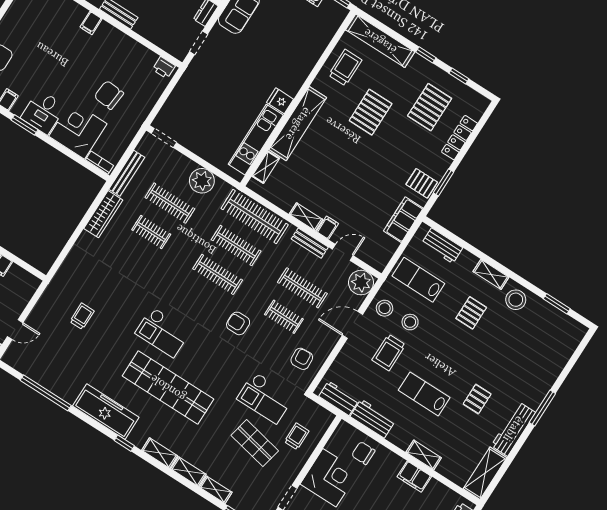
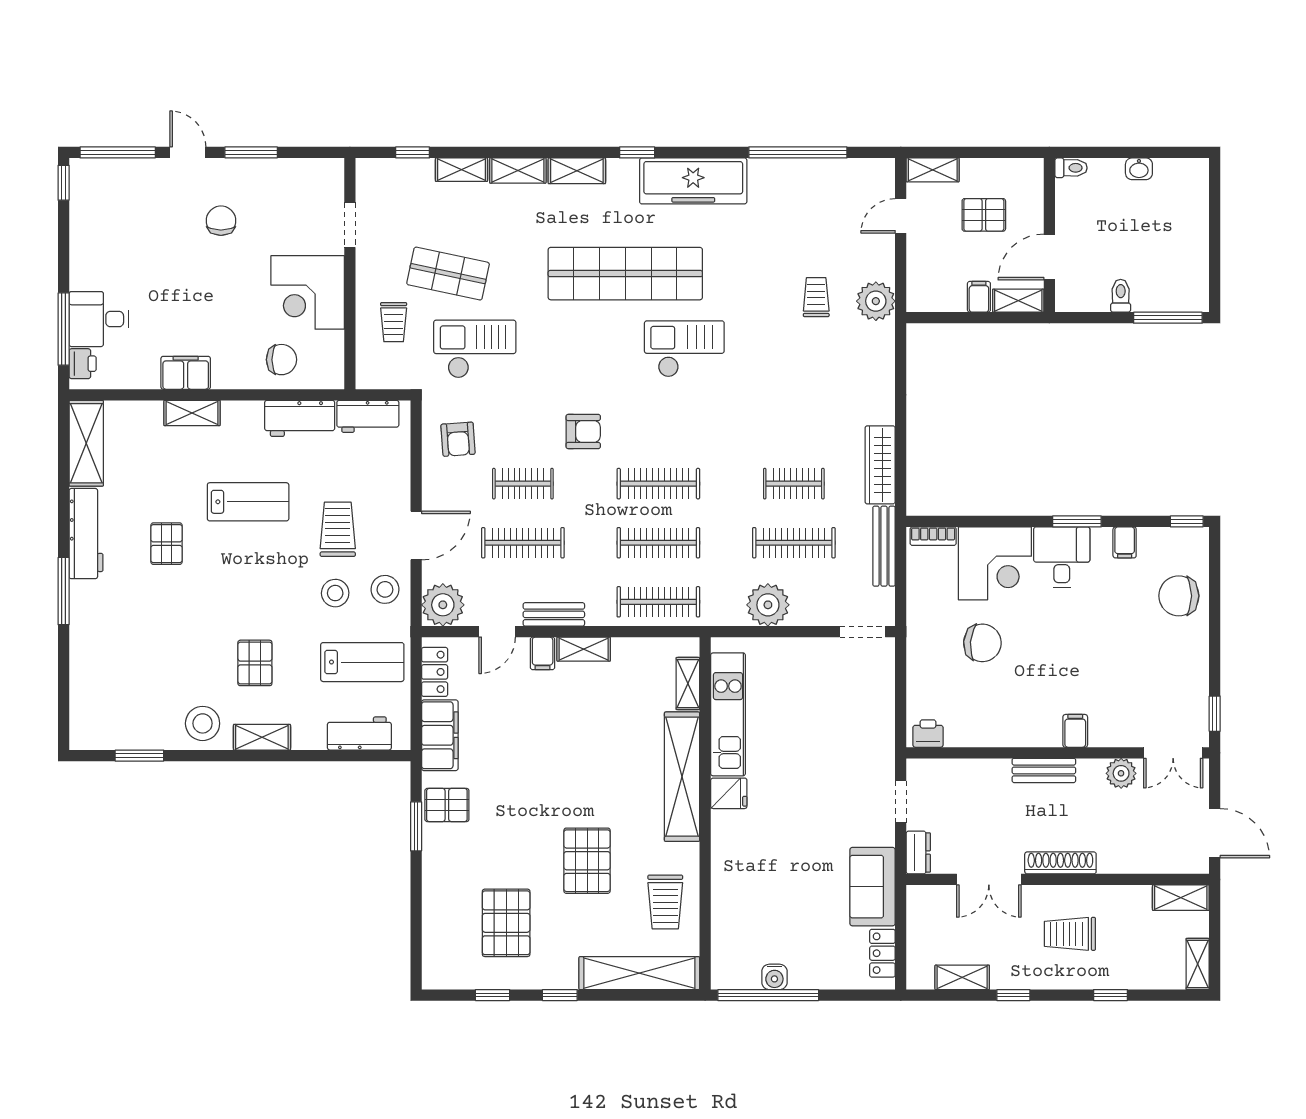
locker: (459, 138) -> (435, 672), moved, width x0.66
clothes rail: (255, 217) -> (658, 602), width x0.73, depth x0.76
plant: (54, 296) -> (876, 301), added
trolley: (82, 316) -> (816, 297), turned 180

